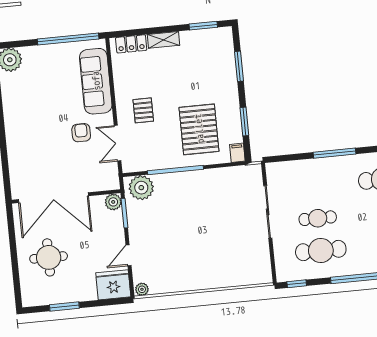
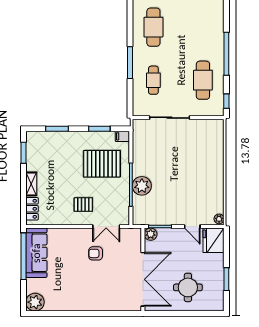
sofa: (96, 81) -> (36, 253), moved, turned -90
plant: (141, 188) -> (142, 186), moved
cafe table: (318, 218) -> (153, 80), moved

